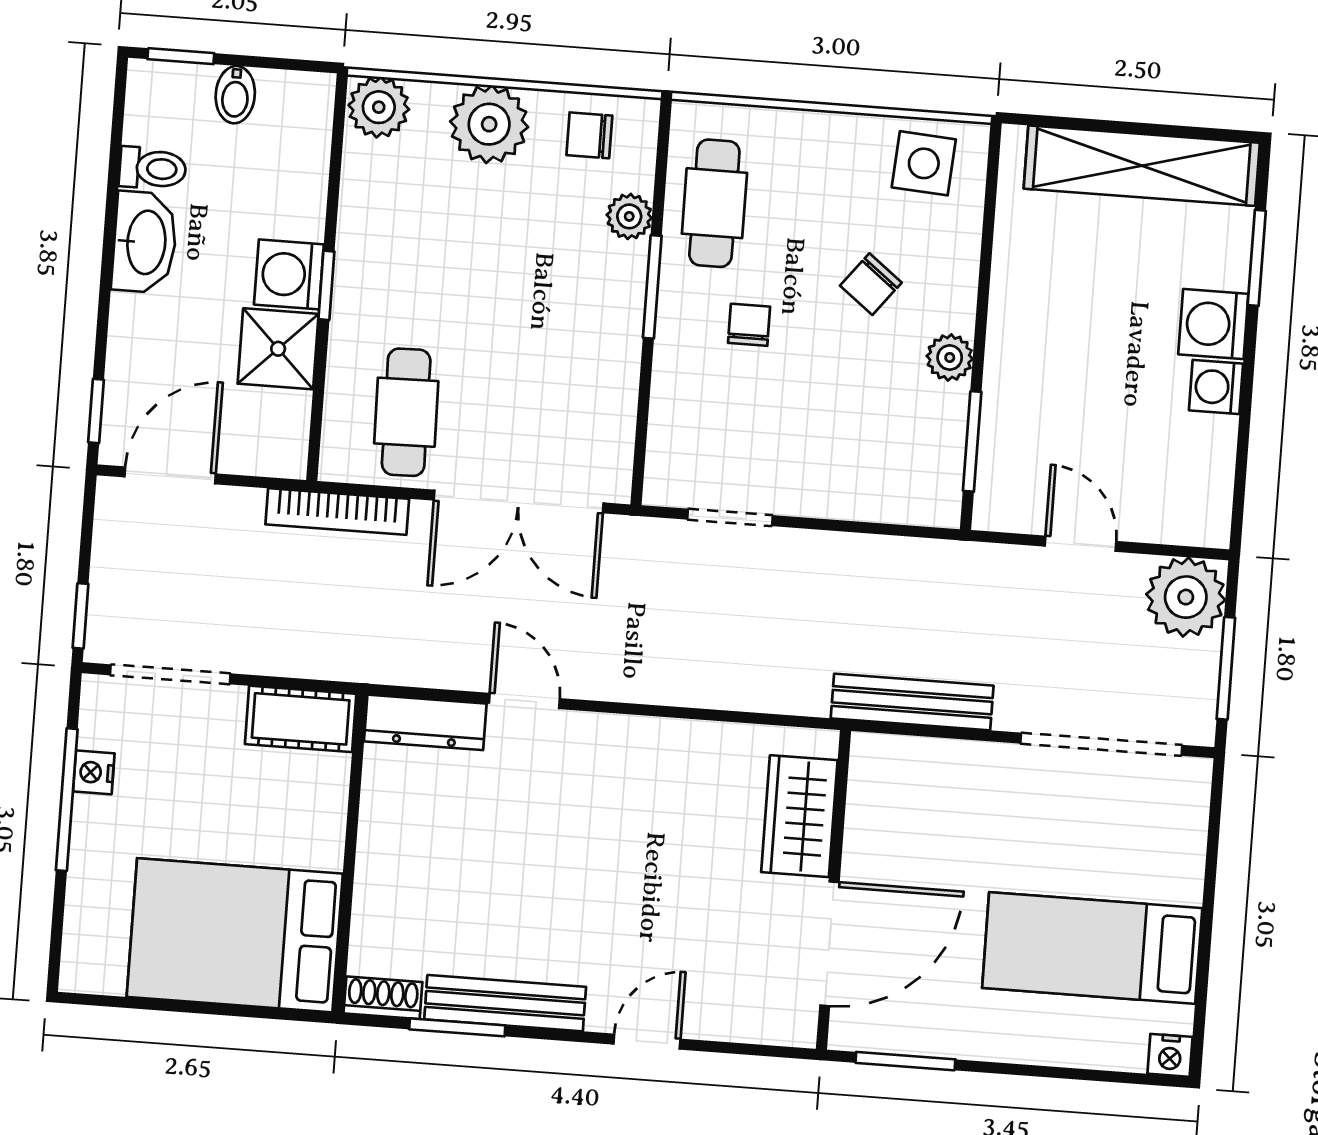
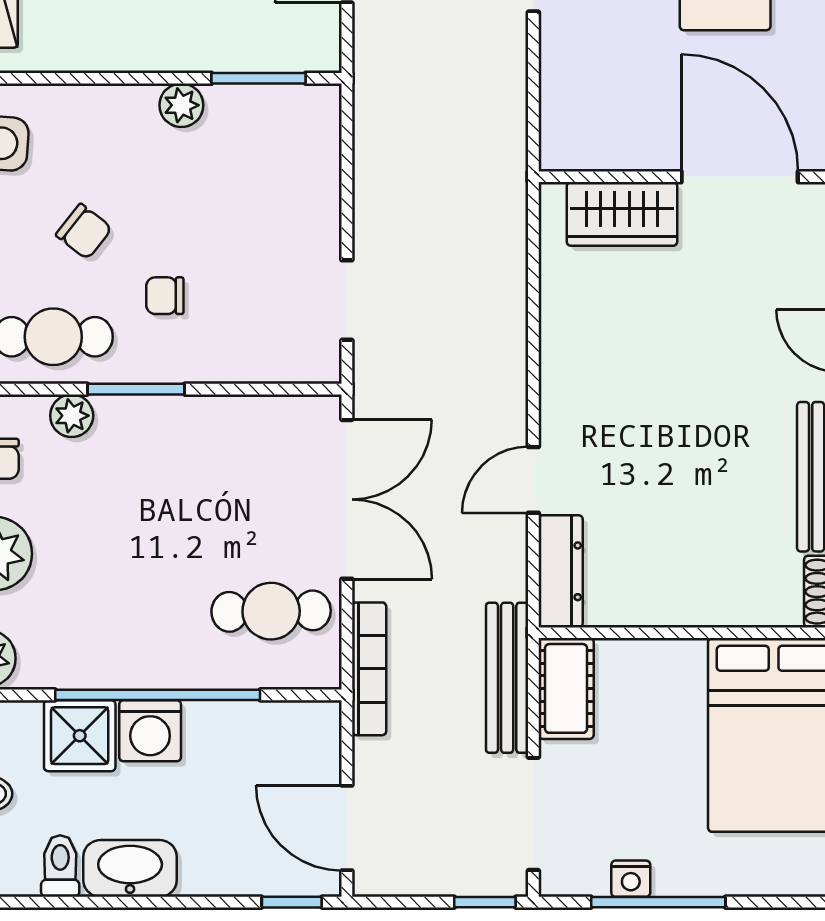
chair: (871, 284) -> (84, 232), moved
window: (326, 285) -> (158, 695), width x3.17
shower: (278, 349) -> (80, 736), moved
bench: (912, 702) -> (507, 678), moved

